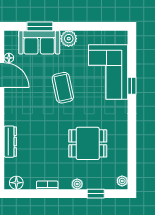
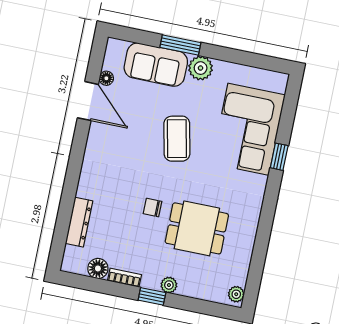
window: (40, 26) -> (180, 45), moved
chair: (56, 136) -> (153, 207), added
dresser: (10, 142) -> (79, 222), moved
floor lamp: (16, 183) -> (98, 268), moved
window: (96, 194) -> (152, 296), moved

